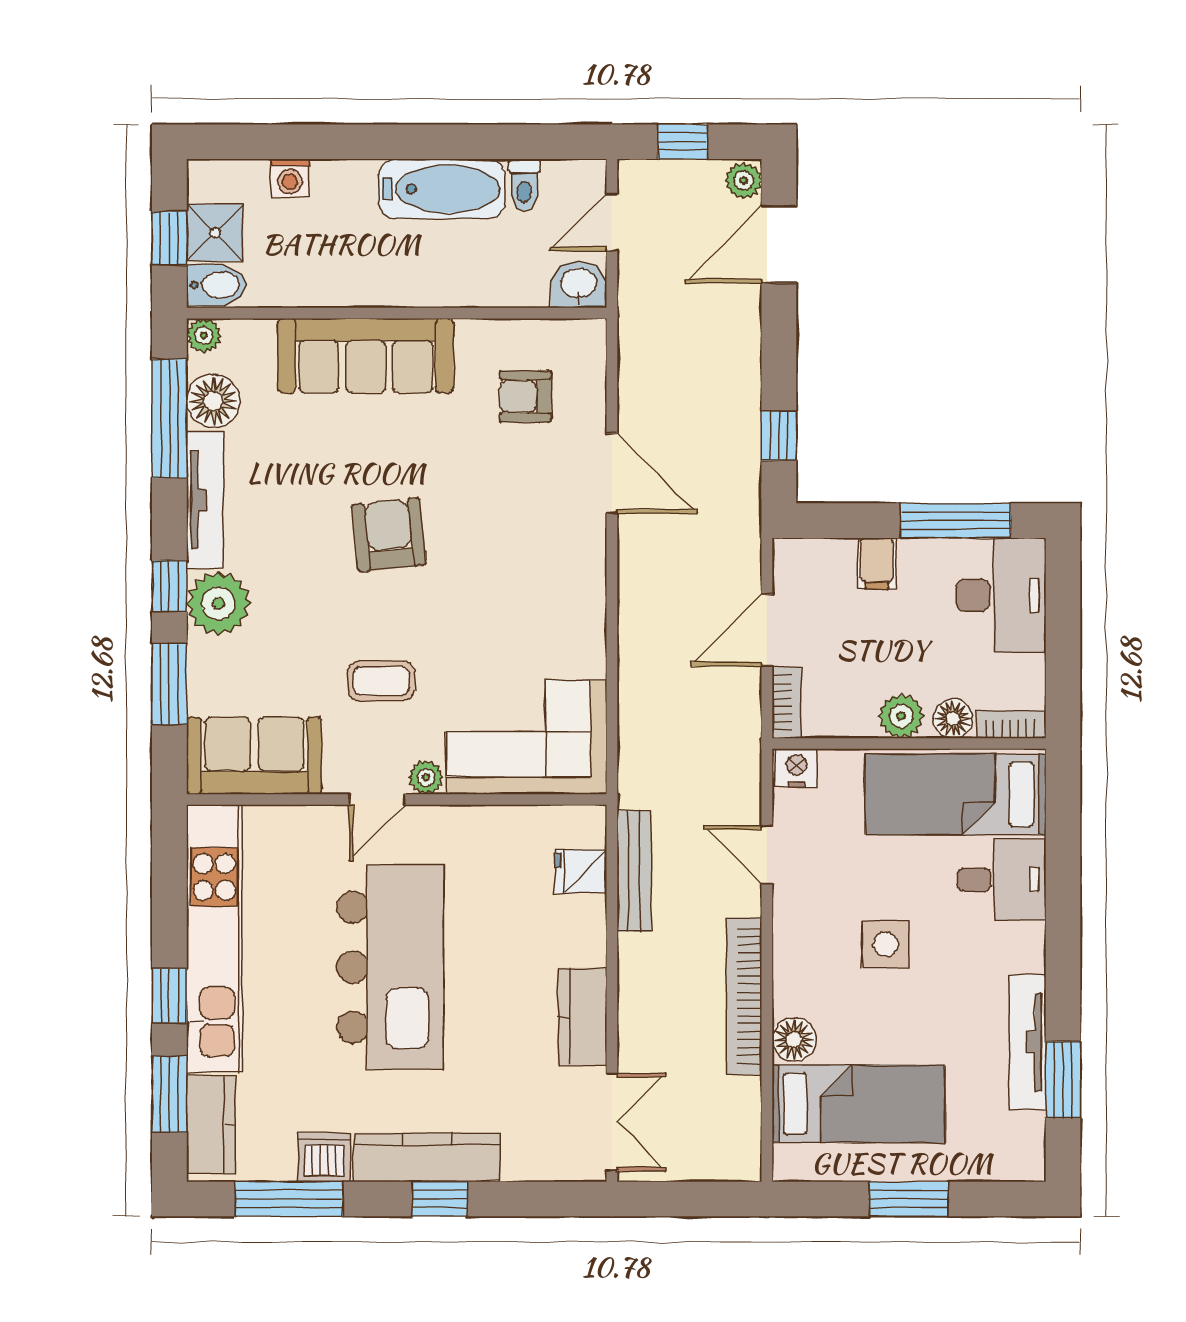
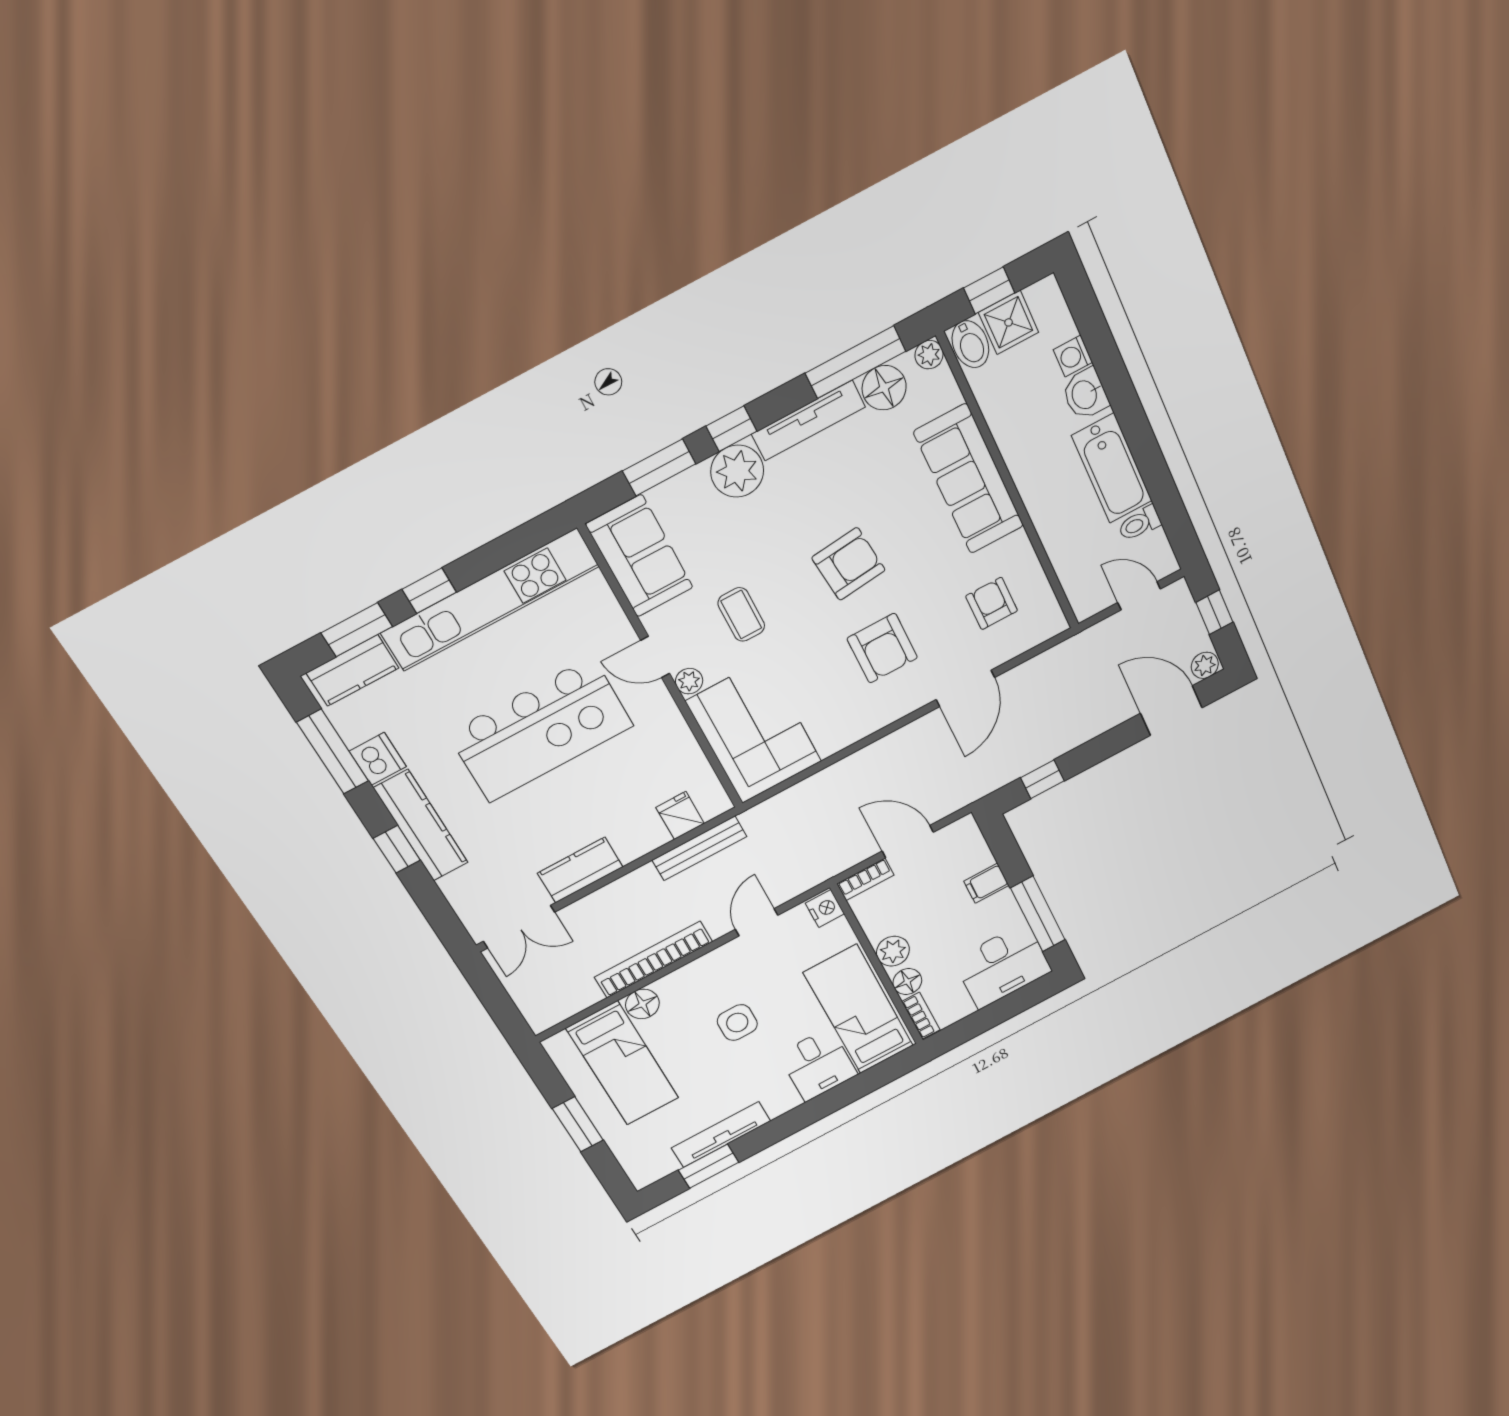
washbasin: (579, 284) -> (1085, 394), moved, turned 180
armchair: (509, 545) -> (882, 648), added

